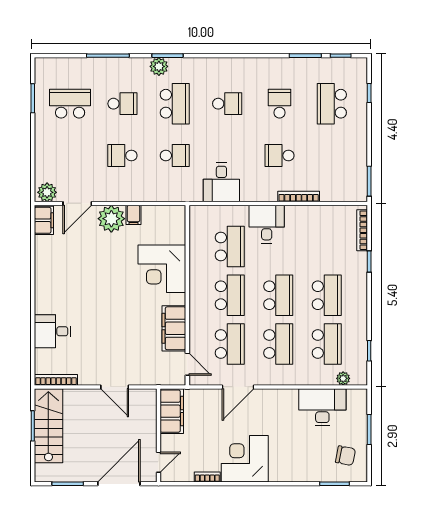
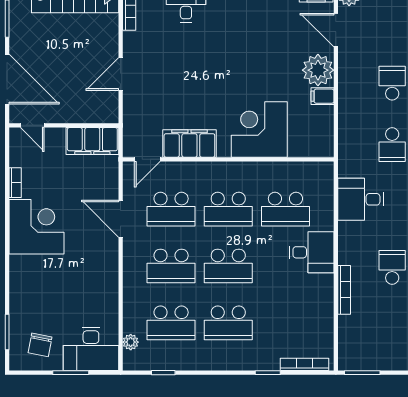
desk: (322, 407) -> (91, 349), moved, turned 90

